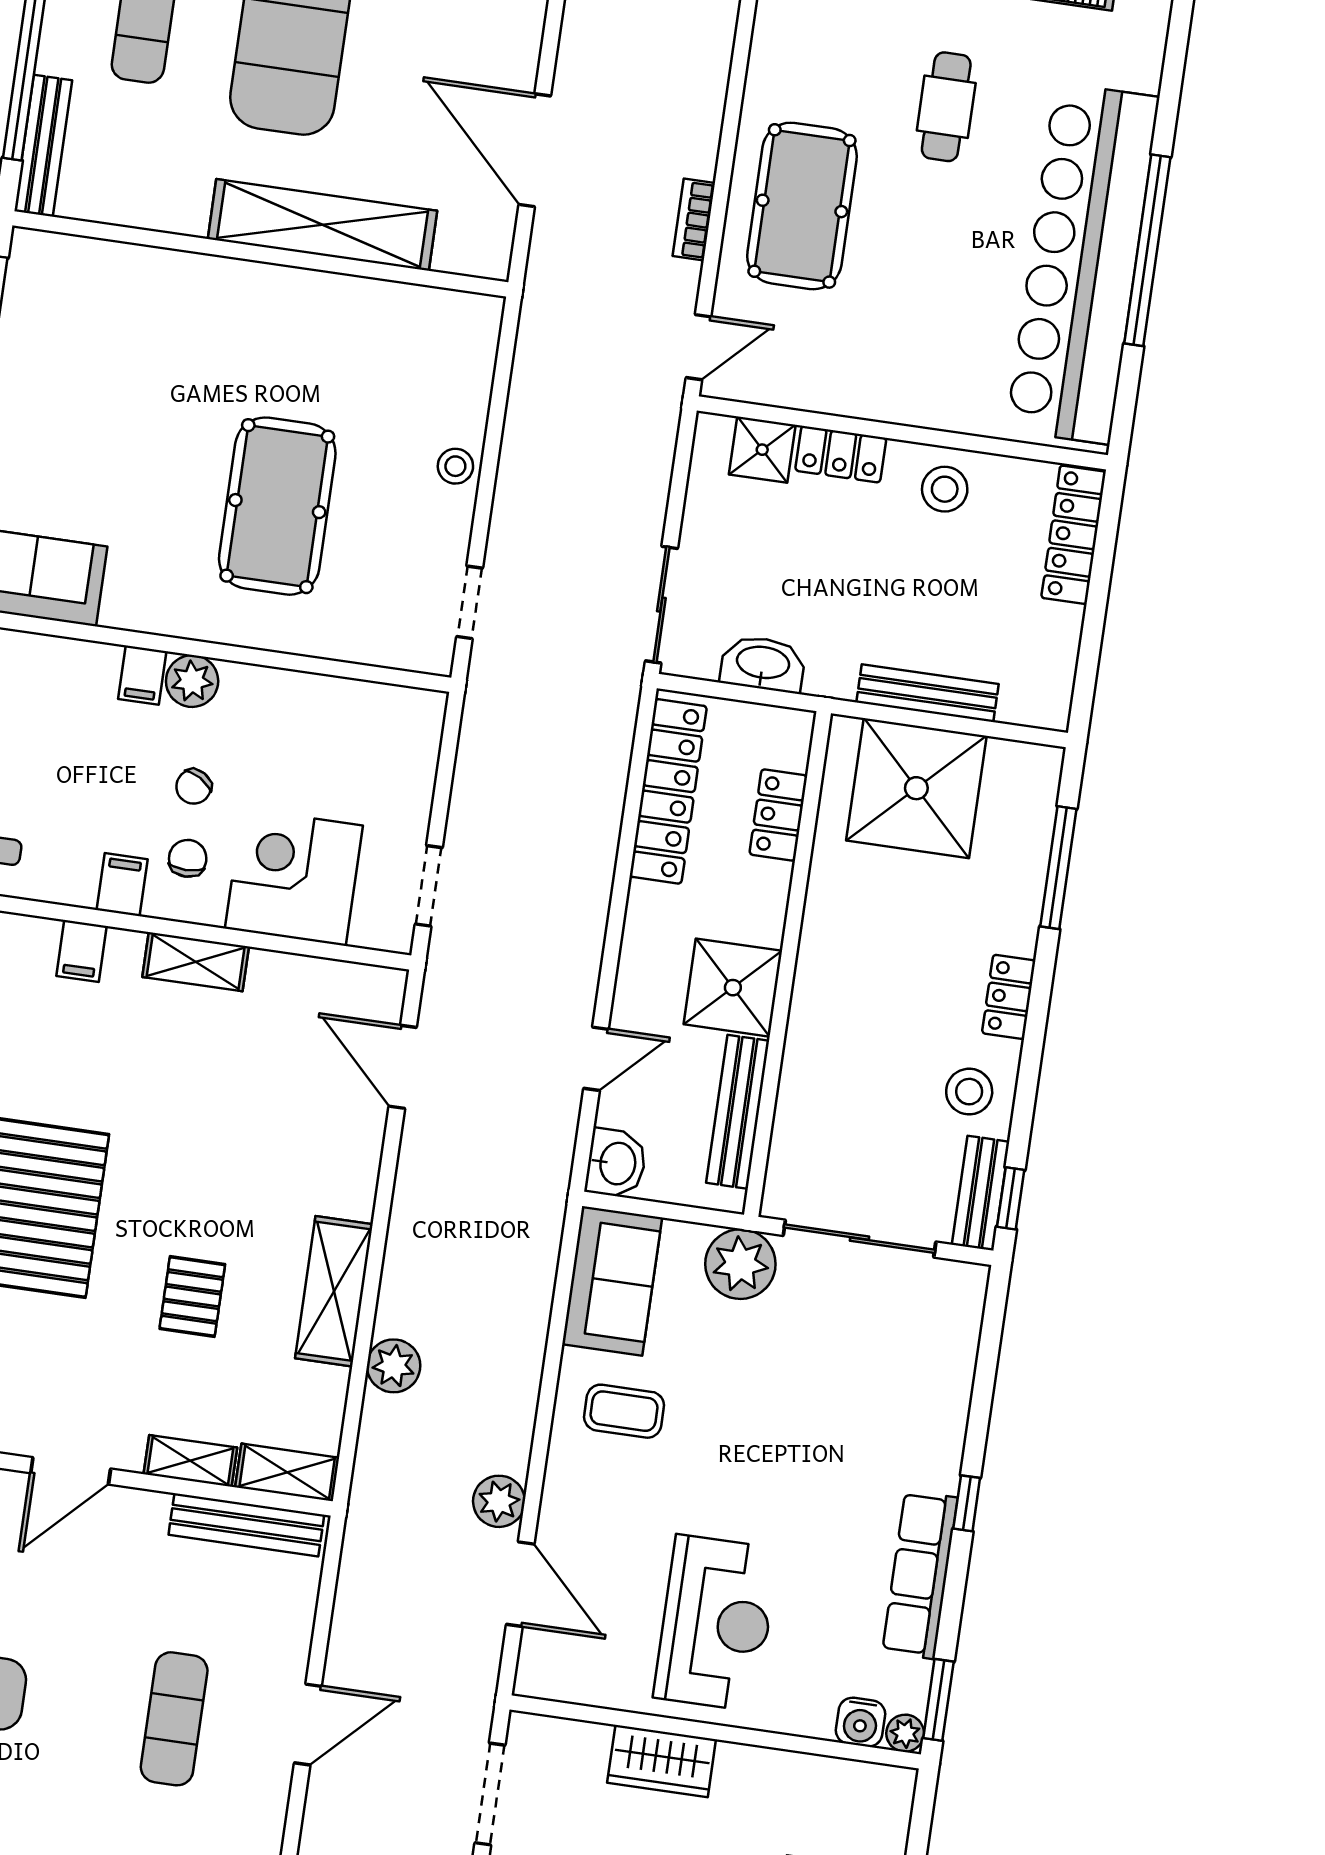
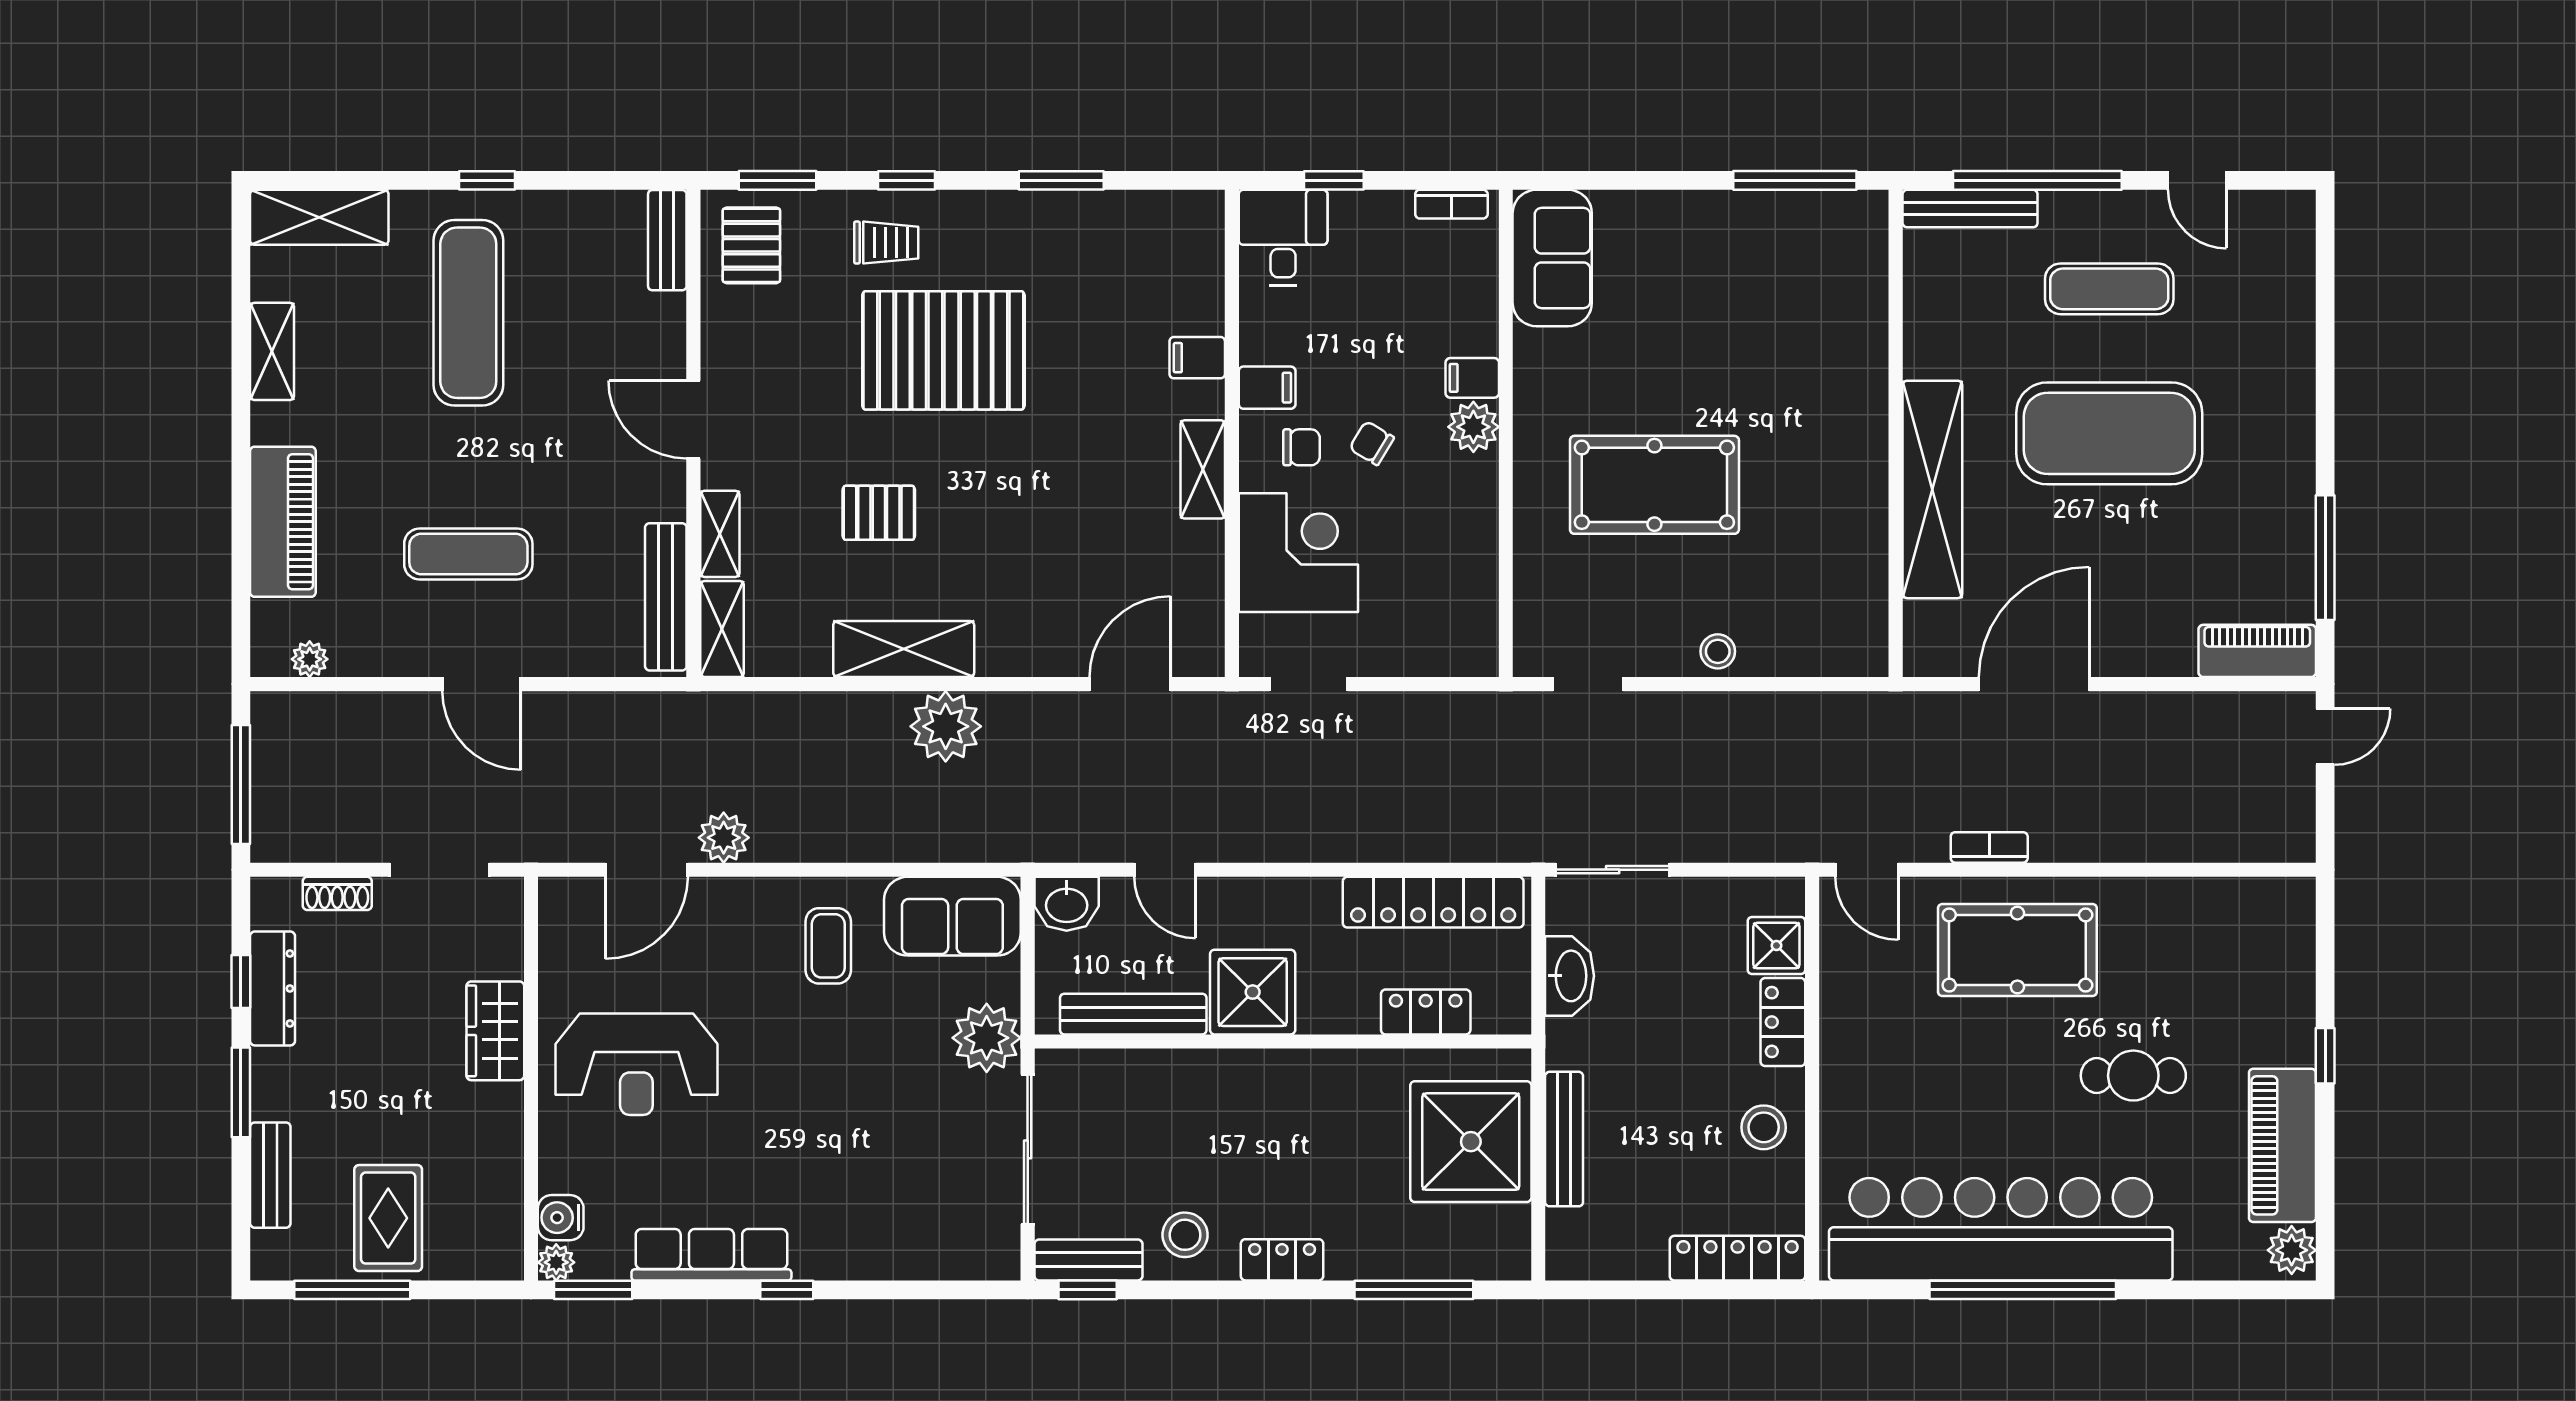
plant: (394, 1366) -> (946, 726), moved, width x1.36, depth x1.36

